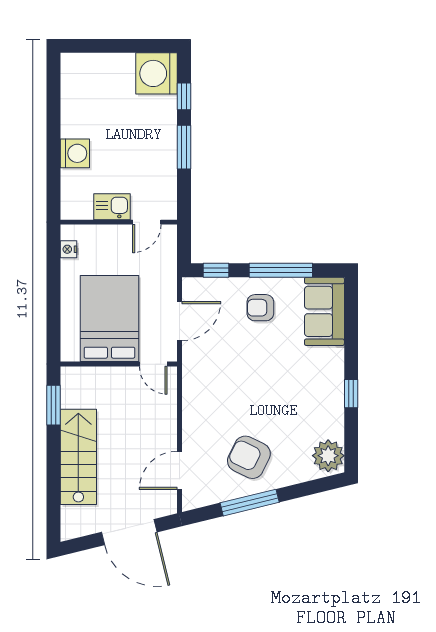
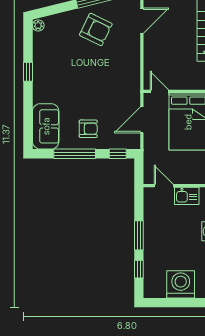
washing machine: (156, 73) -> (181, 284), moved, turned -90
door: (147, 222) -> (164, 186), hinge flipped
plant: (328, 456) -> (38, 25), width x0.53, depth x0.53

